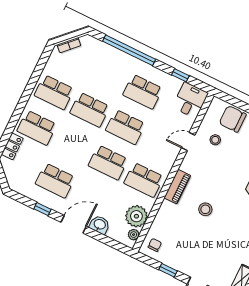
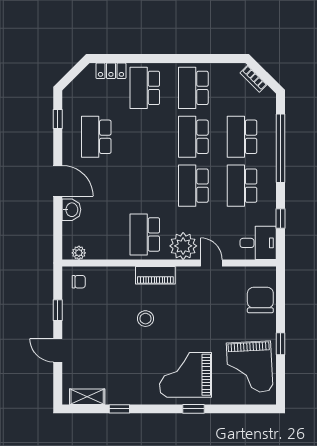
stool: (215, 140) -> (228, 292), removed
school desk: (108, 162) -> (242, 137), moved
window: (42, 209) -> (58, 119), moved
plant: (136, 216) -> (183, 246), moved

